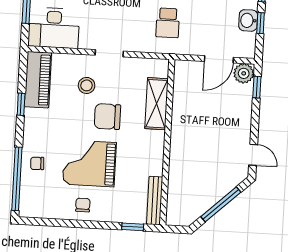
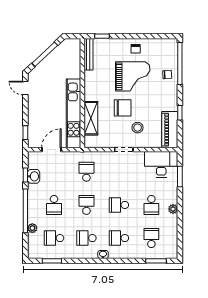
plant: (244, 73) -> (35, 141), removed
kitchen unit: (182, 112) -> (74, 113), added

